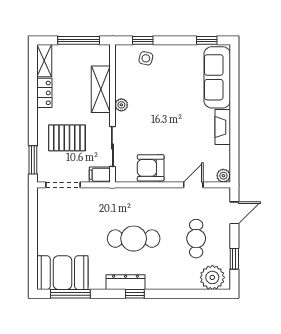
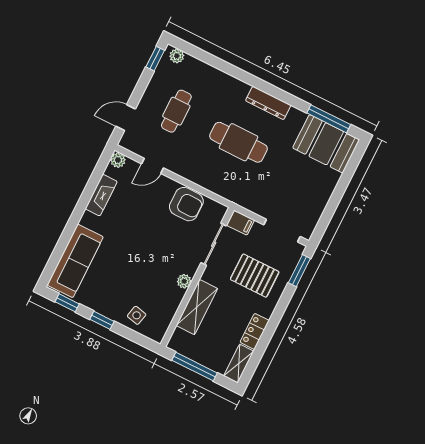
window: (143, 40) -> (102, 320), moved
fireplace: (223, 127) -> (101, 195), moved
window: (234, 259) -> (155, 59), moved
plant: (212, 277) -> (177, 56), width x0.53, depth x0.53
window: (135, 294) -> (265, 87), removed

